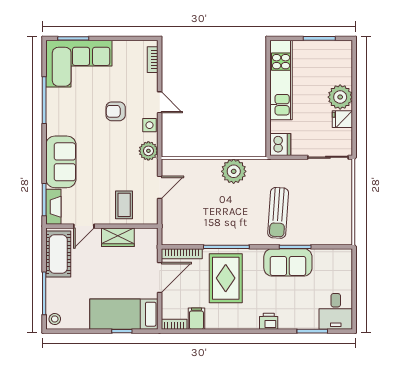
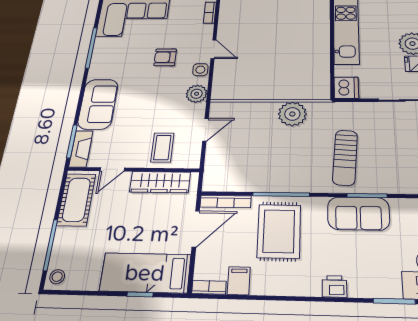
wardrobe: (118, 237) -> (160, 182), width x1.50

